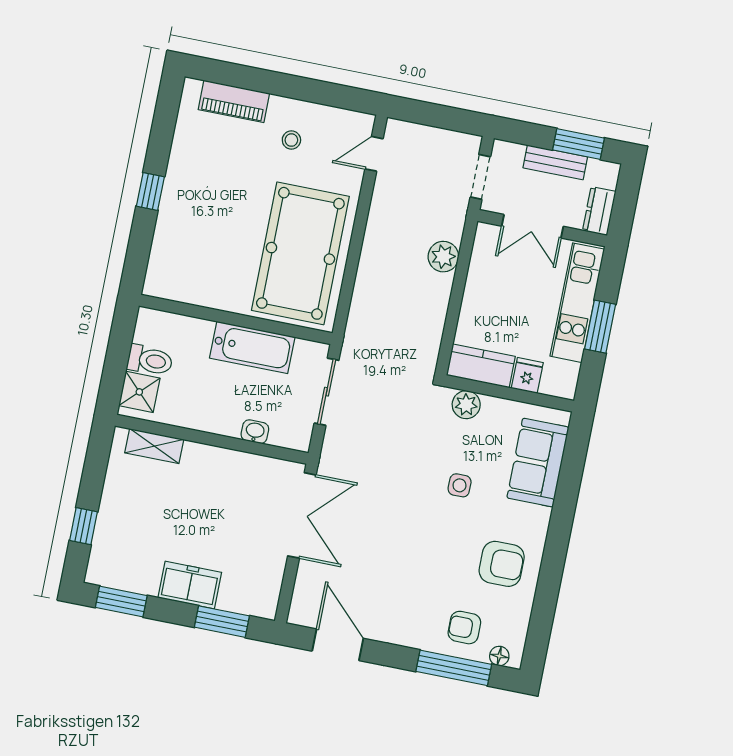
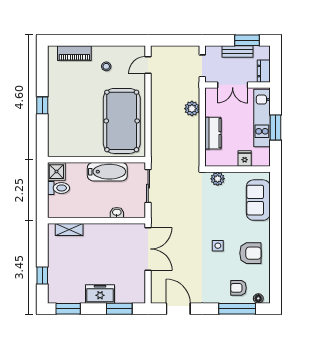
kitchen counter: (481, 366) -> (213, 133), moved, turned 90
shower: (139, 392) -> (56, 172), moved
side table: (460, 485) -> (218, 246), moved

